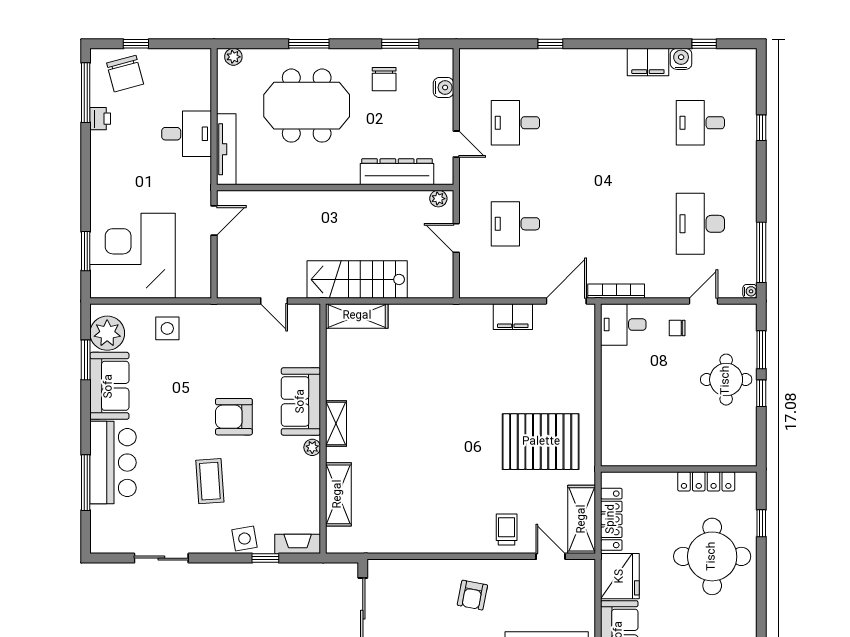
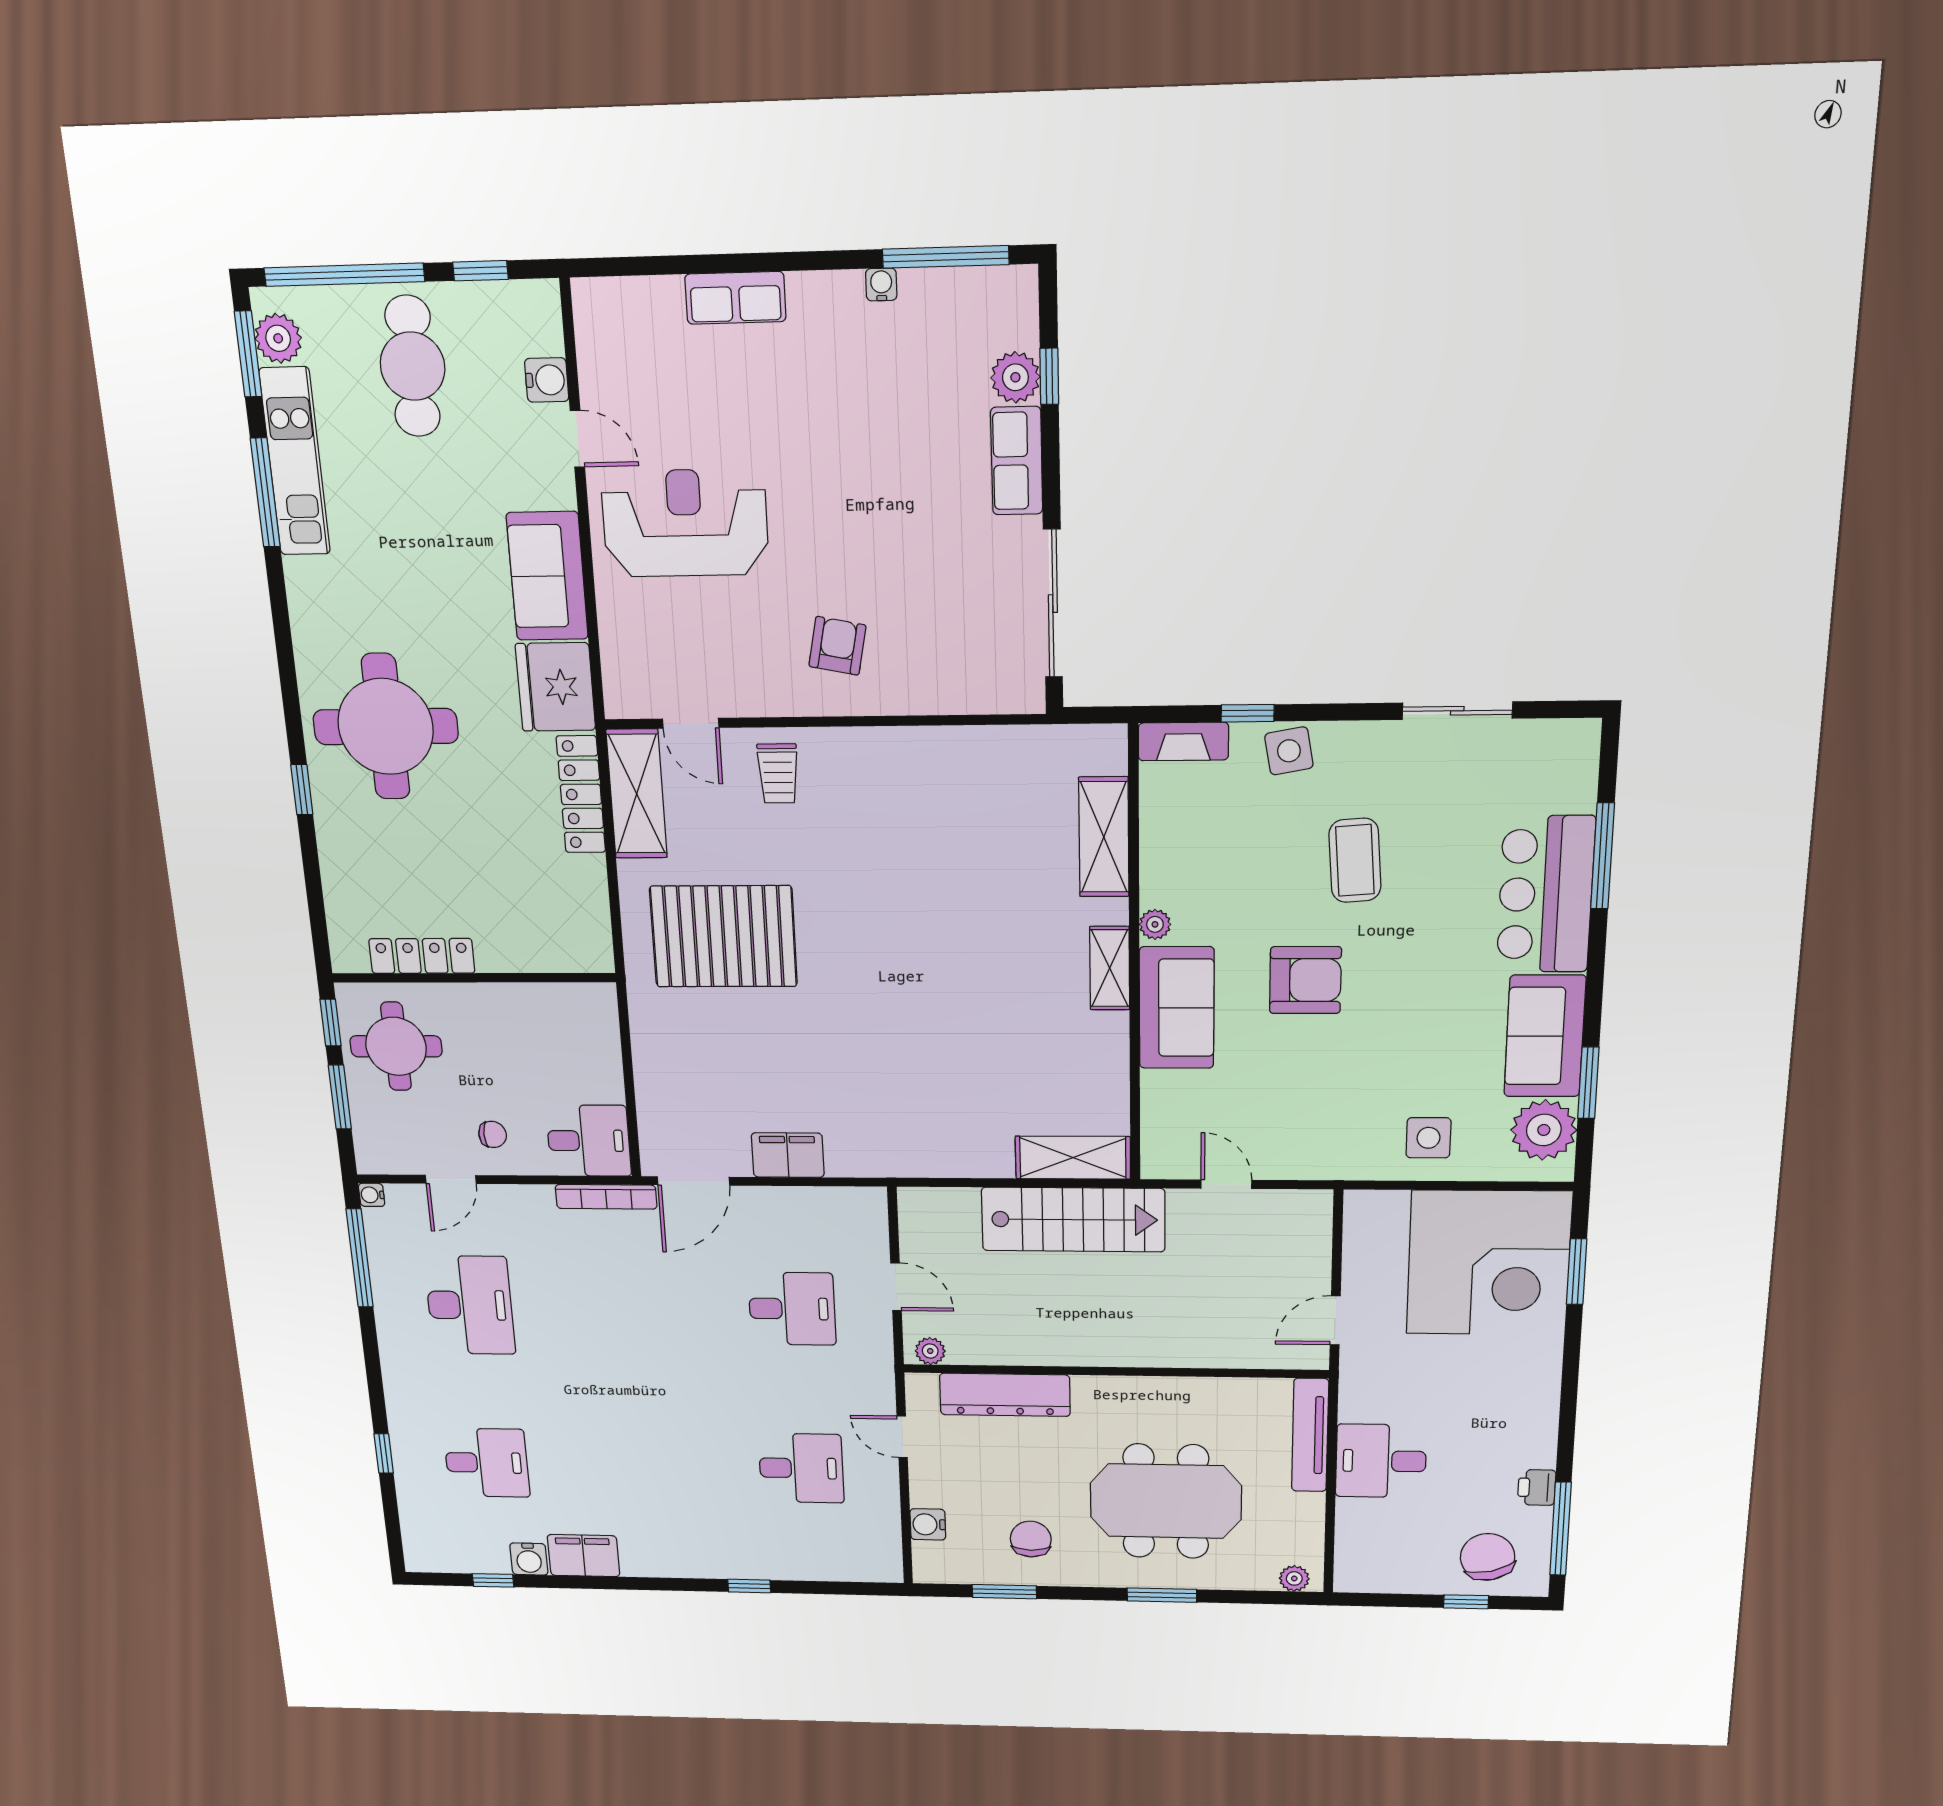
wall: (679, 469) -> (474, 978), moved
locker: (706, 481) -> (422, 956), moved

